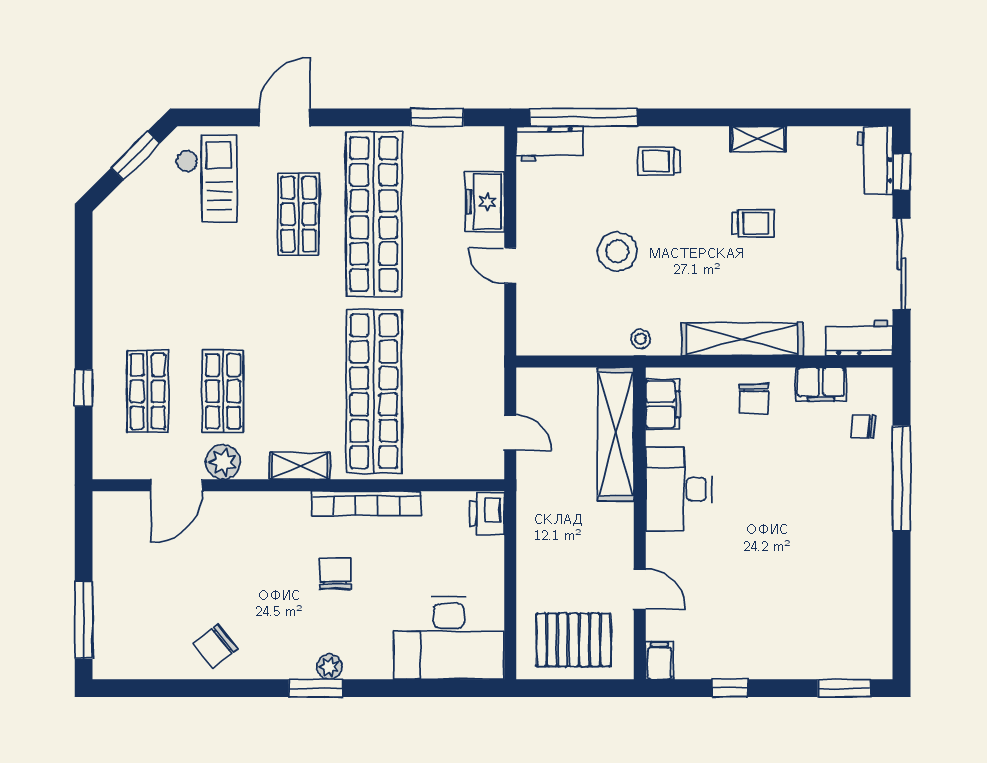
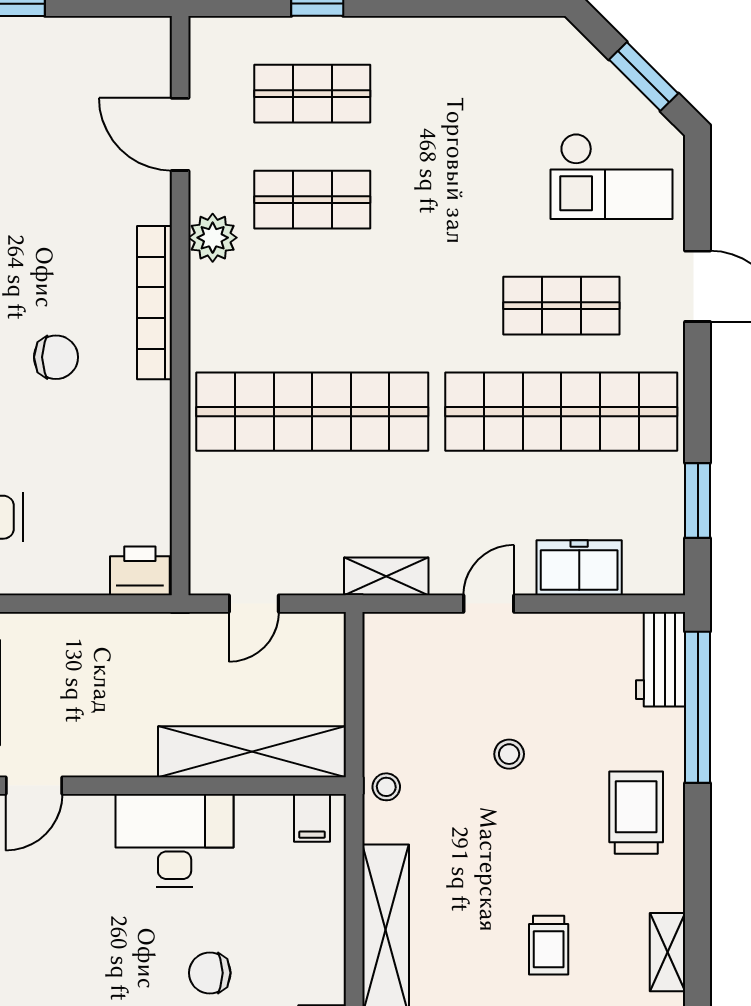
trolley: (659, 161) -> (636, 813), width x1.36, depth x1.39
stool: (617, 251) -> (509, 754), width x0.53, depth x0.53
chair: (754, 399) -> (210, 973), moved
filing cabinet: (663, 404) -> (312, 818), width x0.50
plant: (223, 462) -> (213, 238), moved
shelving: (300, 466) -> (386, 576), moved, turned 90
bookcase: (367, 503) -> (155, 303), moved

